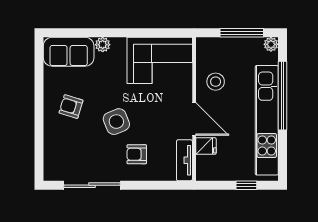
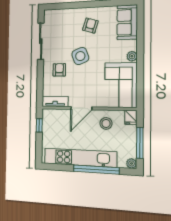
plant: (103, 45) -> (132, 56), moved
fridge: (206, 146) -> (131, 117), moved
window: (246, 185) -> (39, 125), moved

